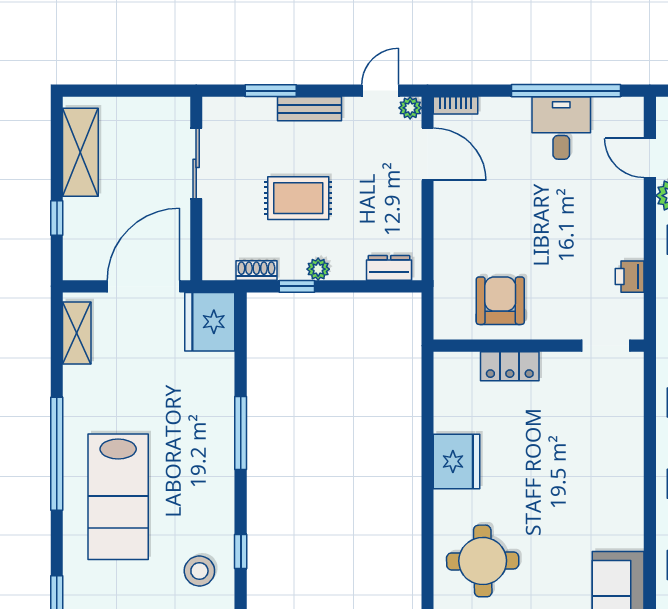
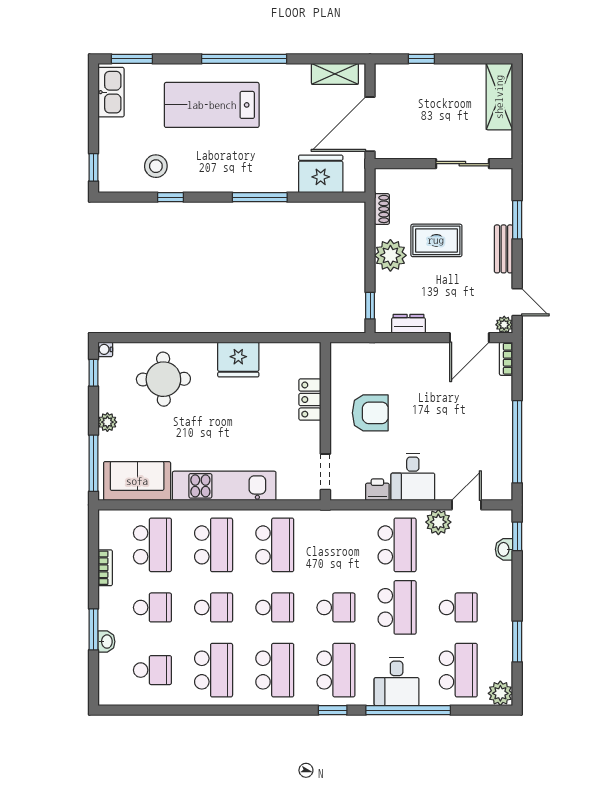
desk: (561, 128) -> (413, 477), moved, turned 90
shelving: (80, 152) -> (499, 97), moved, turned 90
rug: (298, 198) -> (436, 240), turned 90
dresser: (389, 268) -> (408, 324), moved, turned -90
plant: (318, 269) -> (390, 255), width x1.87, depth x1.87
door: (144, 286) -> (370, 124), swing flipped
window: (297, 286) -> (370, 306), moved
armchair: (500, 301) -> (370, 413), moved
fridge: (210, 322) -> (321, 174), moved
kitchen unit: (625, 480) -> (224, 486), added

